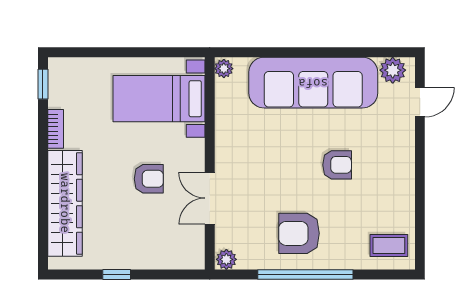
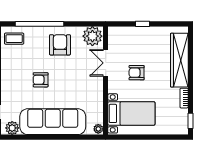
double door: (210, 198) -> (106, 63), swing flipped
armchair: (299, 233) -> (60, 45), turned -90
plant: (226, 259) -> (92, 36), width x1.88, depth x1.88
window: (117, 274) -> (143, 24), moved
window: (305, 274) -> (40, 24), moved

